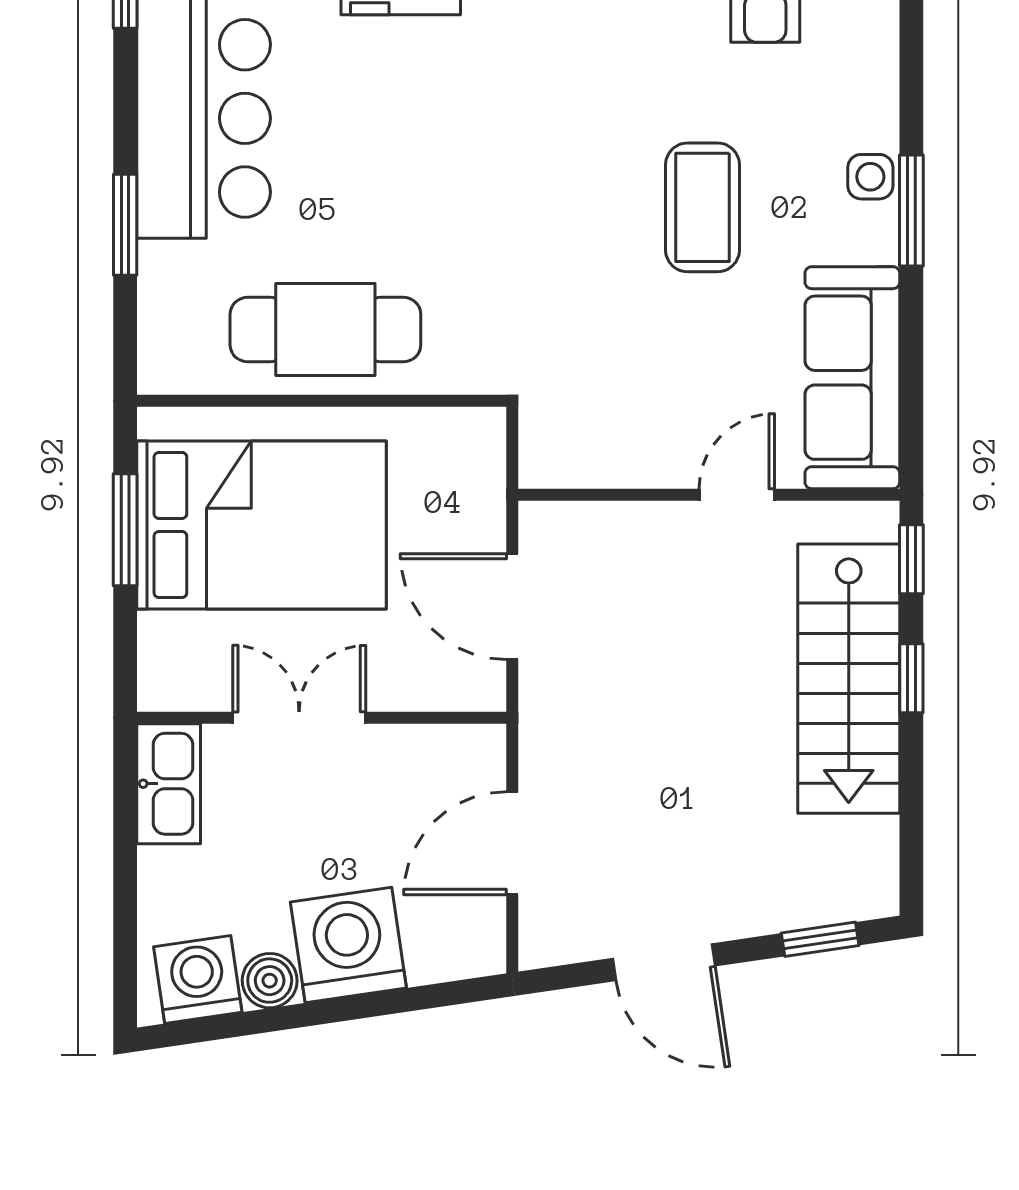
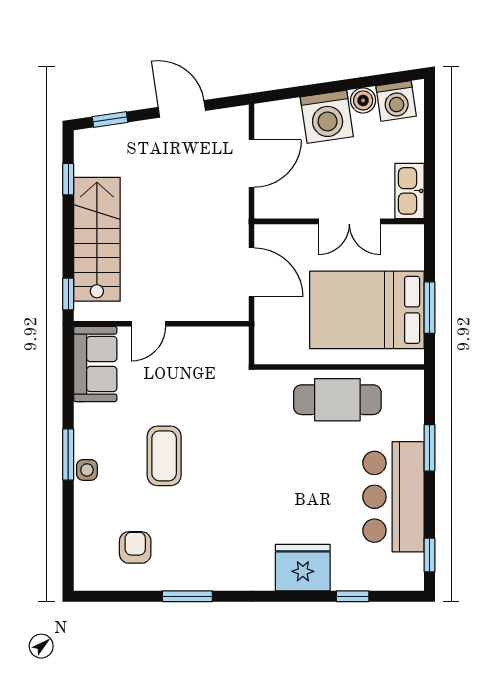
sofa: (852, 378) -> (95, 364), width x0.73
window: (911, 678) -> (68, 179), moved

